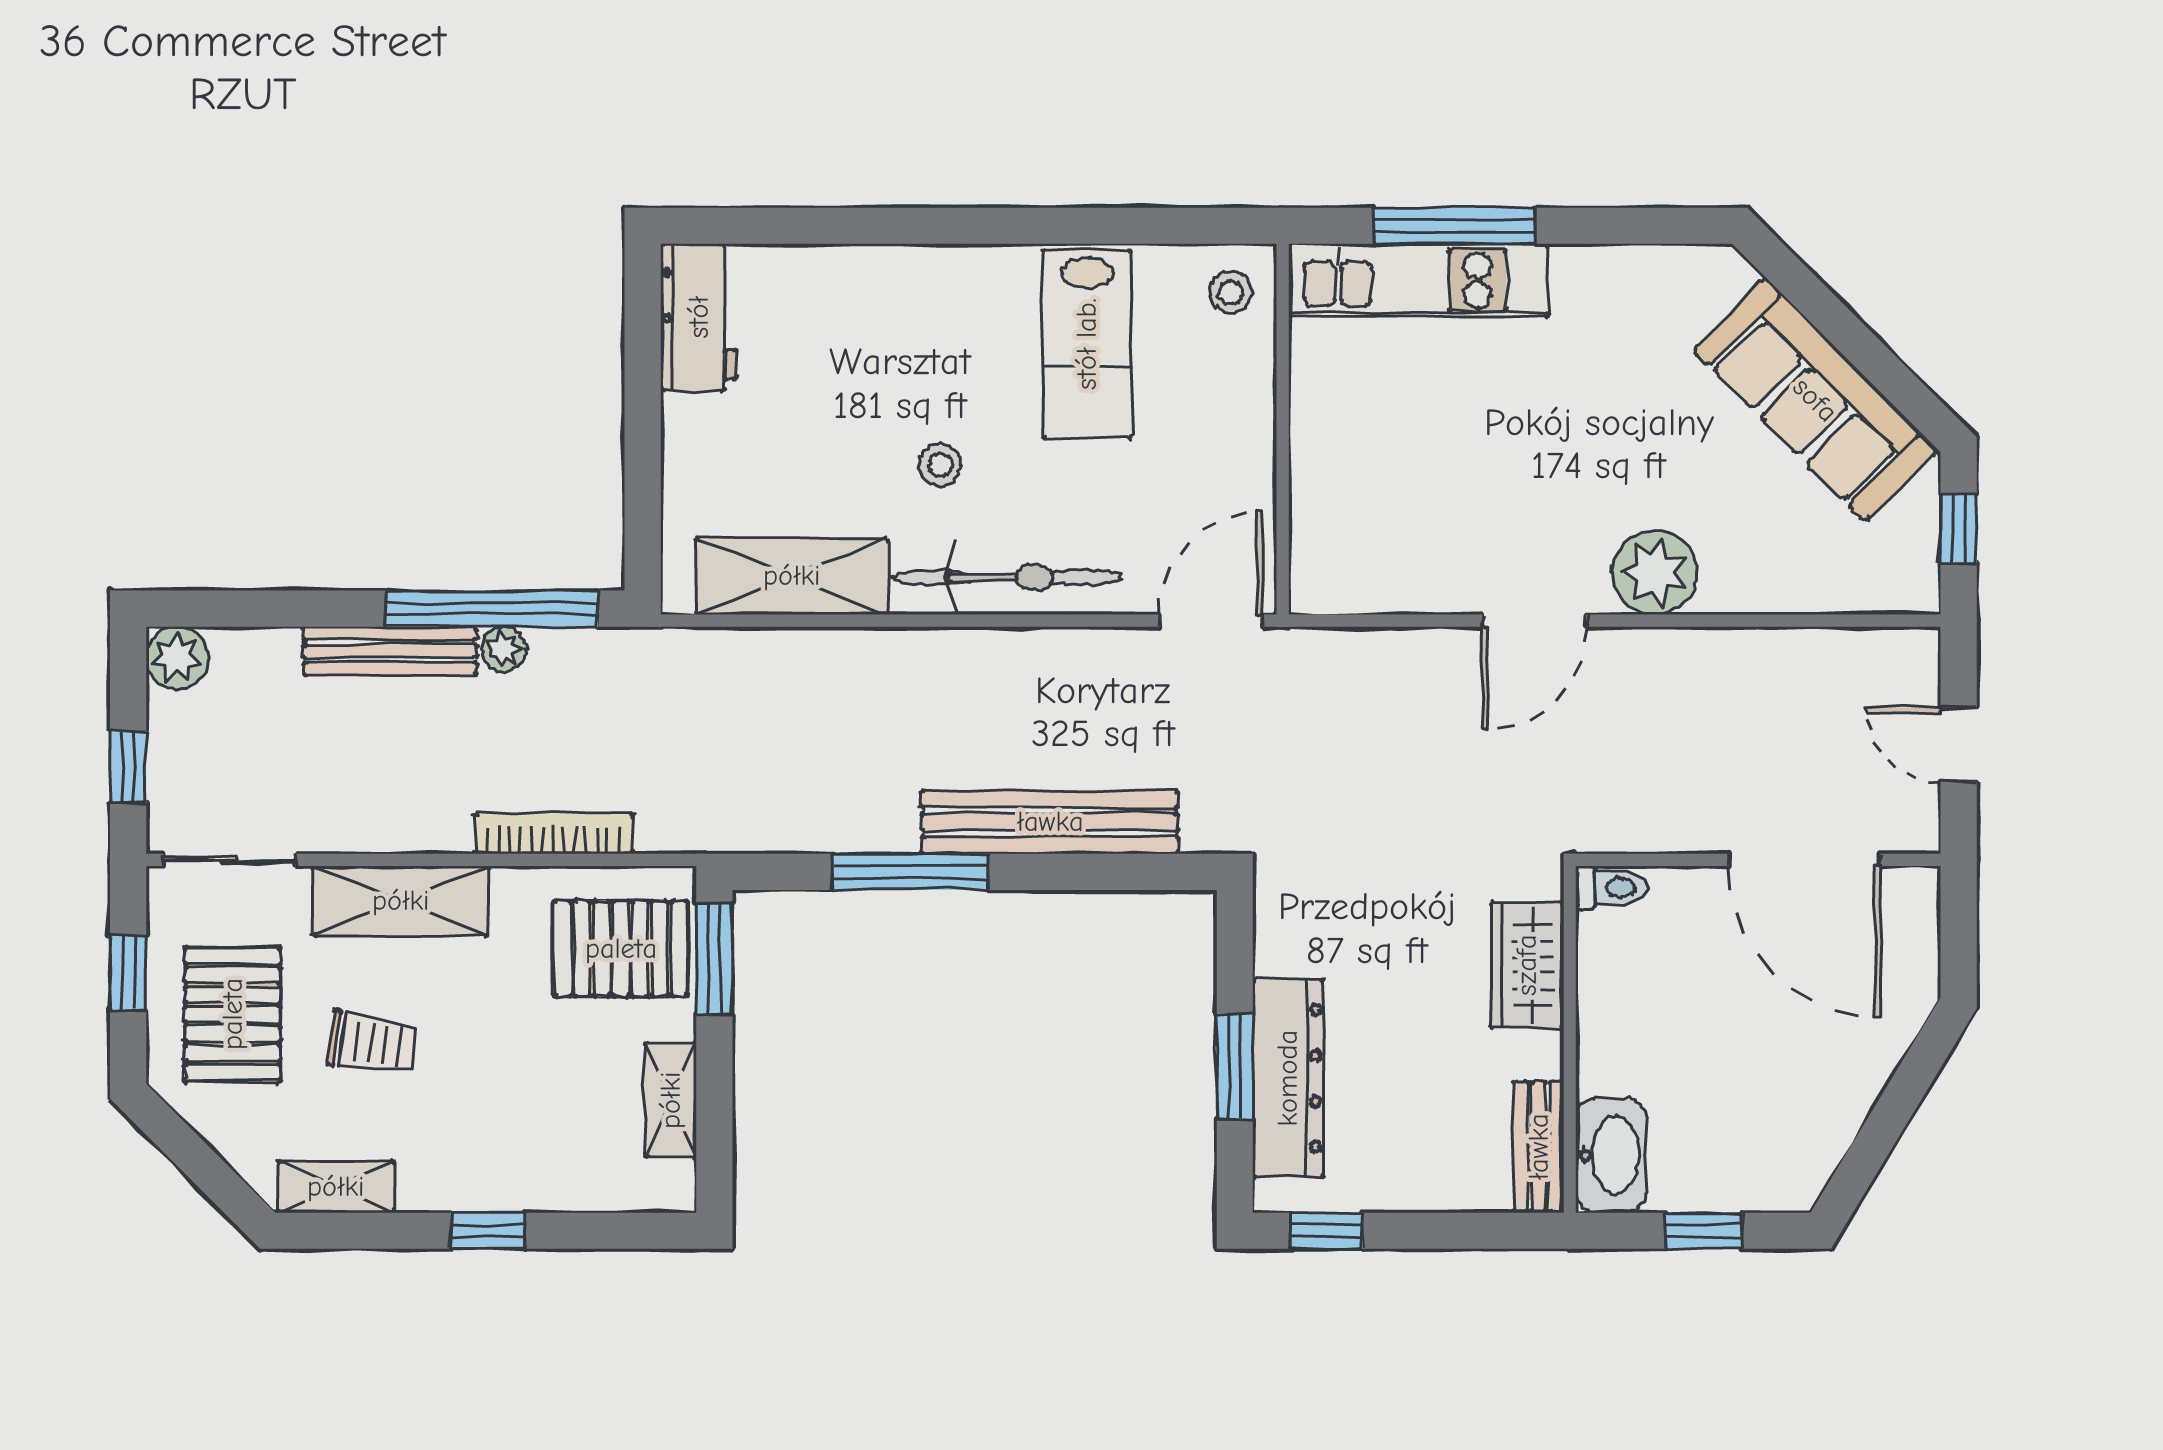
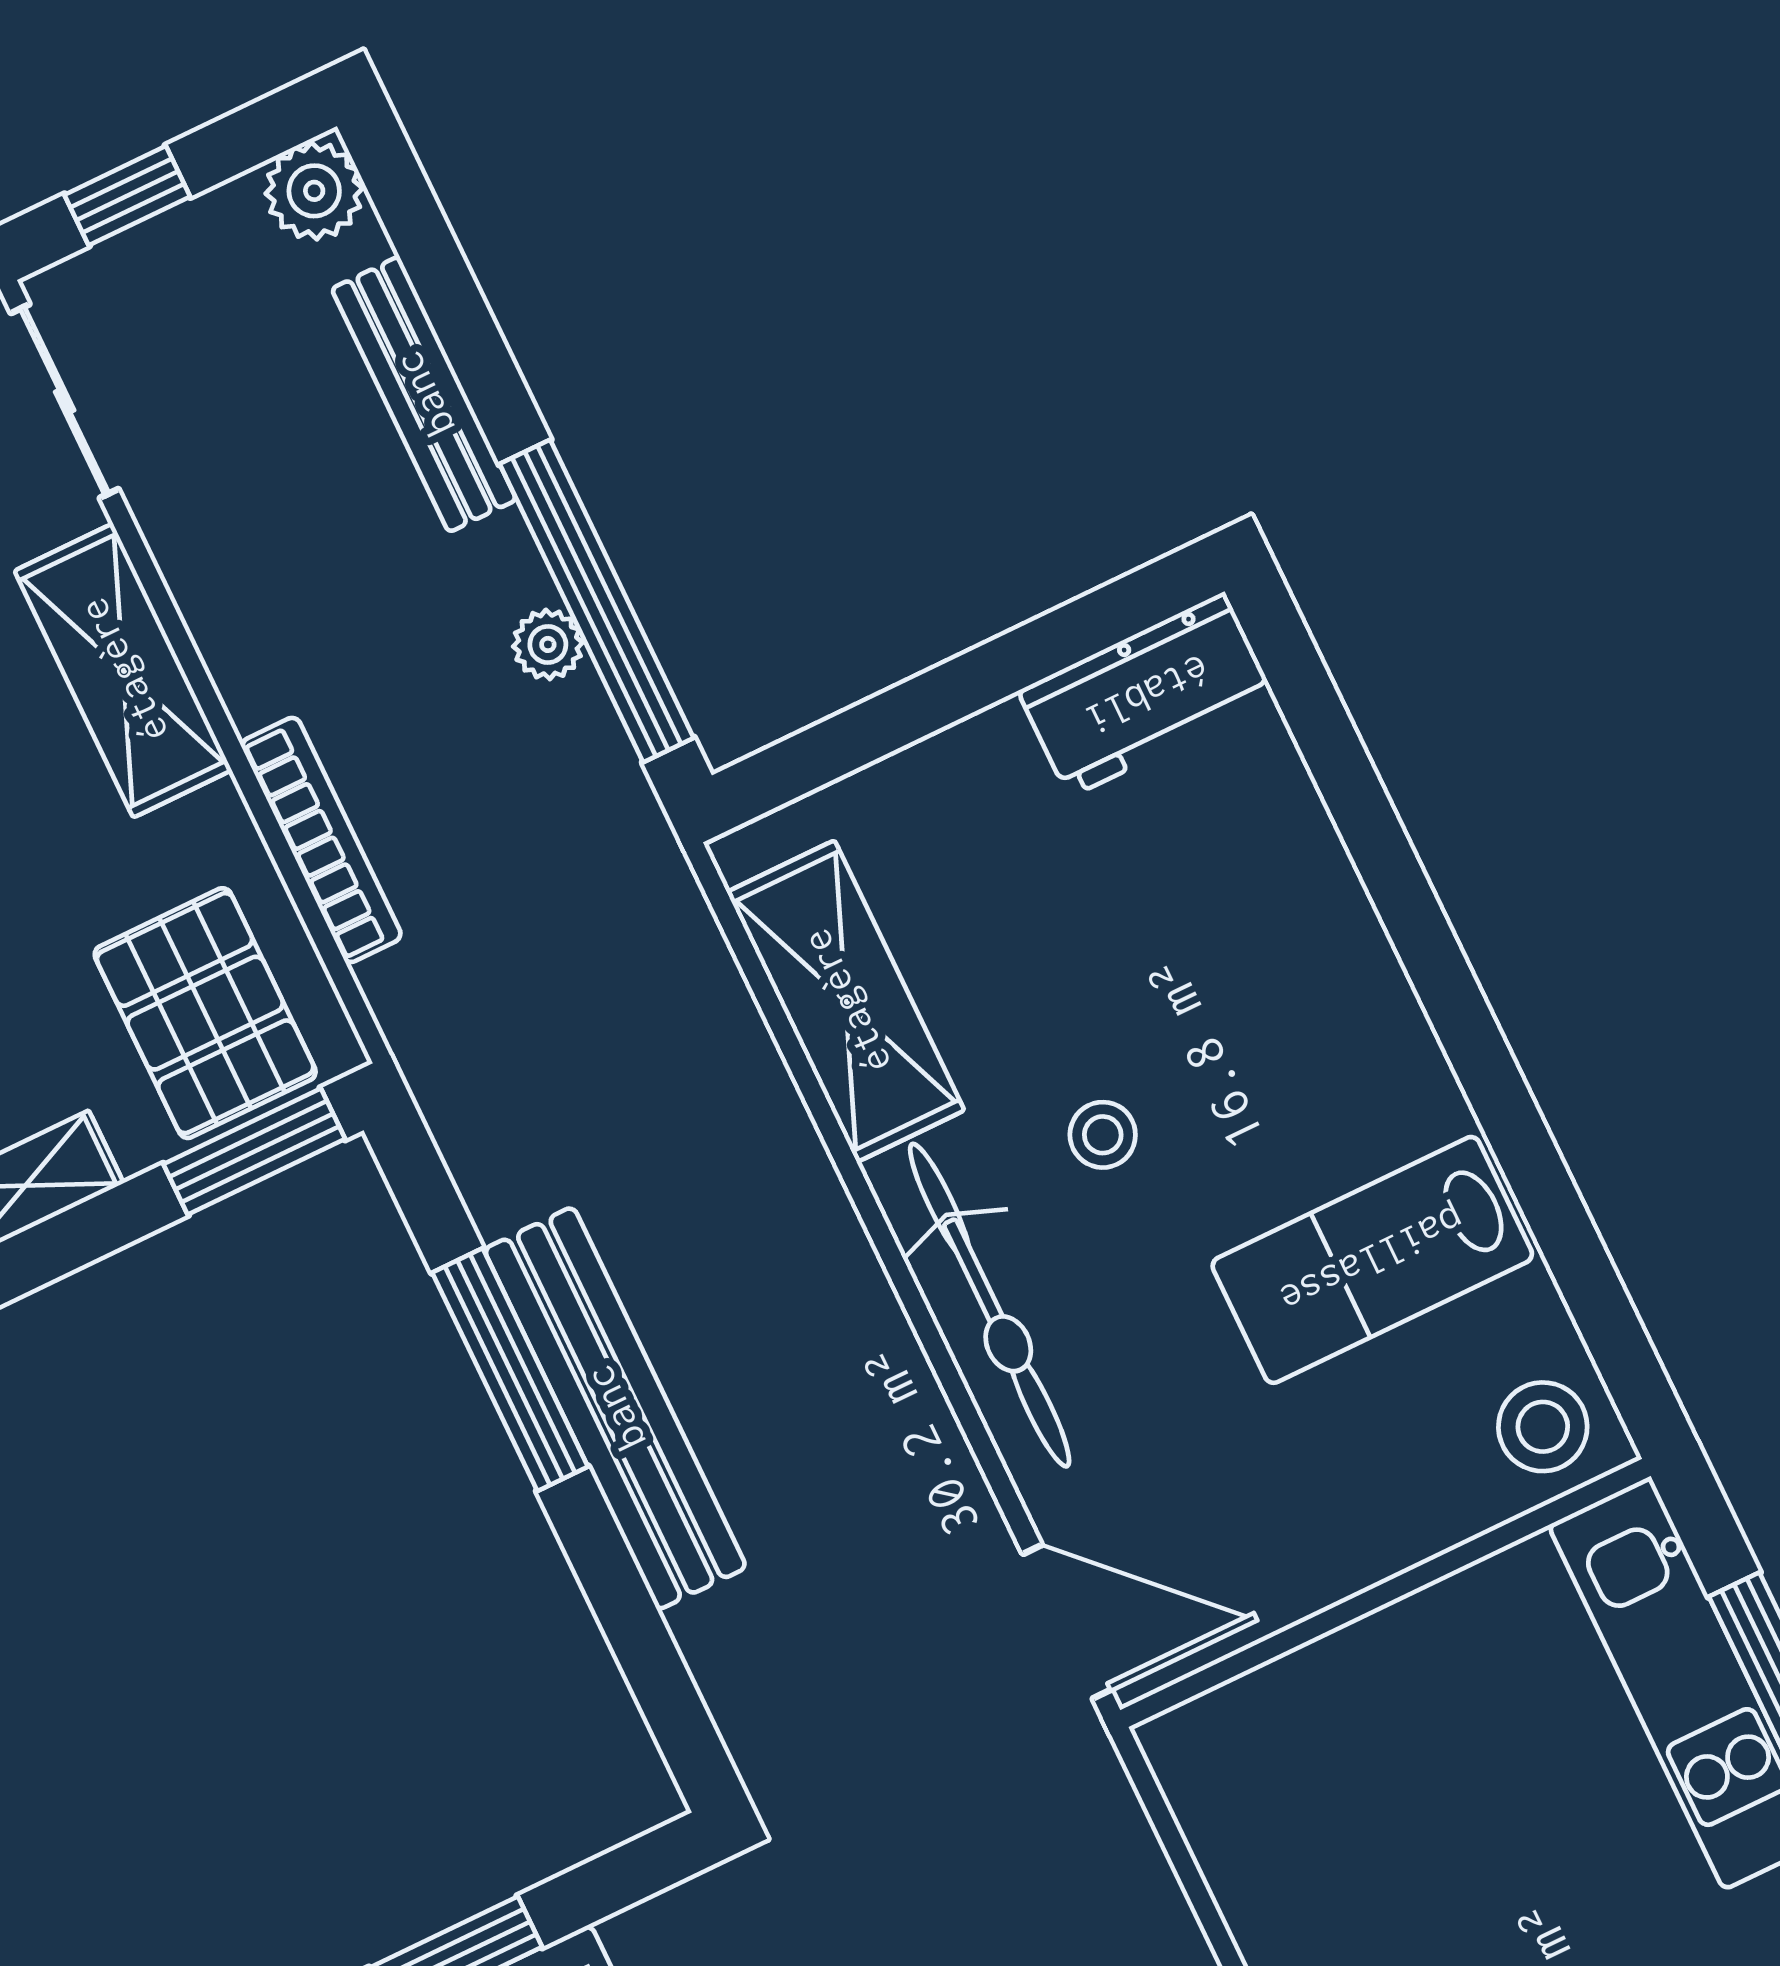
stool: (1230, 292) -> (1543, 1427), width x1.37, depth x1.37
bench: (390, 651) -> (424, 394), moved
bench: (1050, 822) -> (615, 1408), moved

